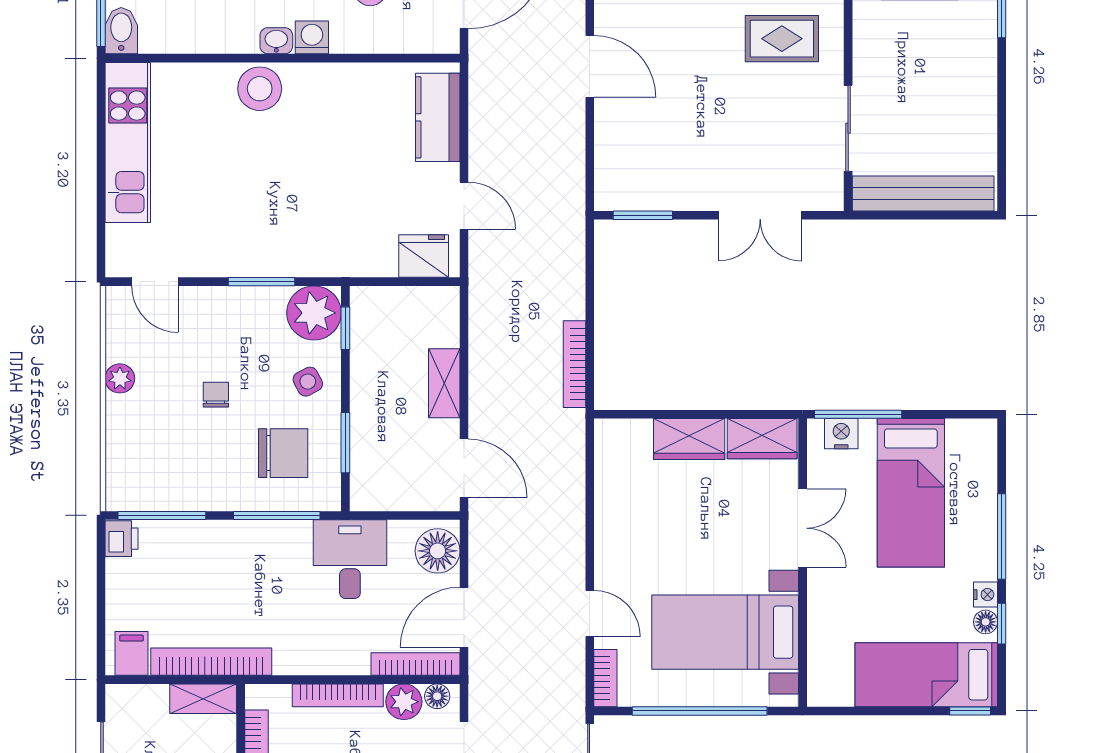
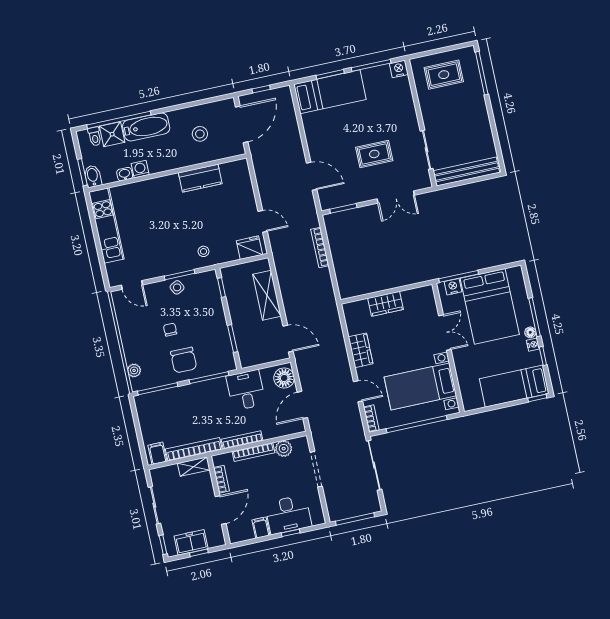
washing machine: (312, 37) -> (140, 169), moved
rug: (782, 39) -> (374, 154), moved
washbasin: (276, 41) -> (125, 174), moved
door: (590, 66) -> (312, 176), moved
stool: (260, 89) -> (204, 251), moved, width x0.53, depth x0.53
kitchen counter: (438, 117) -> (200, 178), moved, turned -90
plant: (314, 313) -> (206, 284), removed
bookcase: (574, 364) -> (320, 247), moved
plant: (120, 378) -> (134, 370), moved
side table: (308, 382) -> (177, 287), moved
shelving: (444, 383) -> (267, 295), width x1.50, depth x1.33
wardrobe: (762, 439) -> (361, 350), moved, turned -90
chair: (283, 453) -> (184, 360), moved, turned 90
bed: (911, 493) -> (490, 306), width x1.50
printer: (122, 539) -> (142, 403), removed
floor lamp: (986, 622) -> (530, 332), moved
bookcase: (416, 664) -> (242, 440), moved
floor lamp: (437, 696) -> (298, 443), removed

